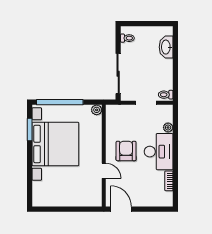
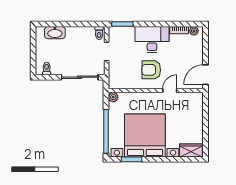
window: (175, 120) -> (122, 24), added
plant: (168, 127) -> (194, 31), moved
wardrobe: (39, 194) -> (191, 150), added

